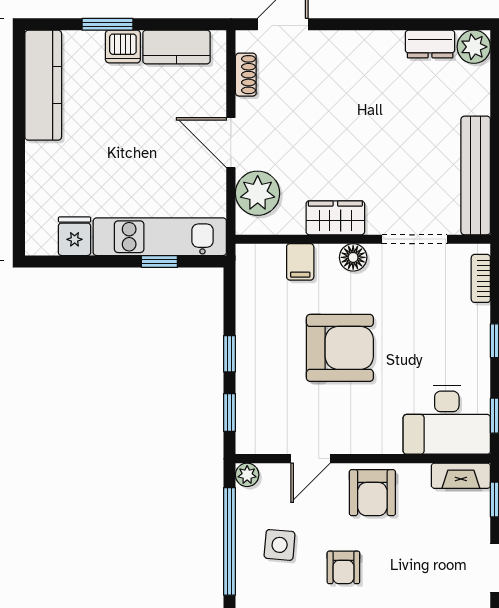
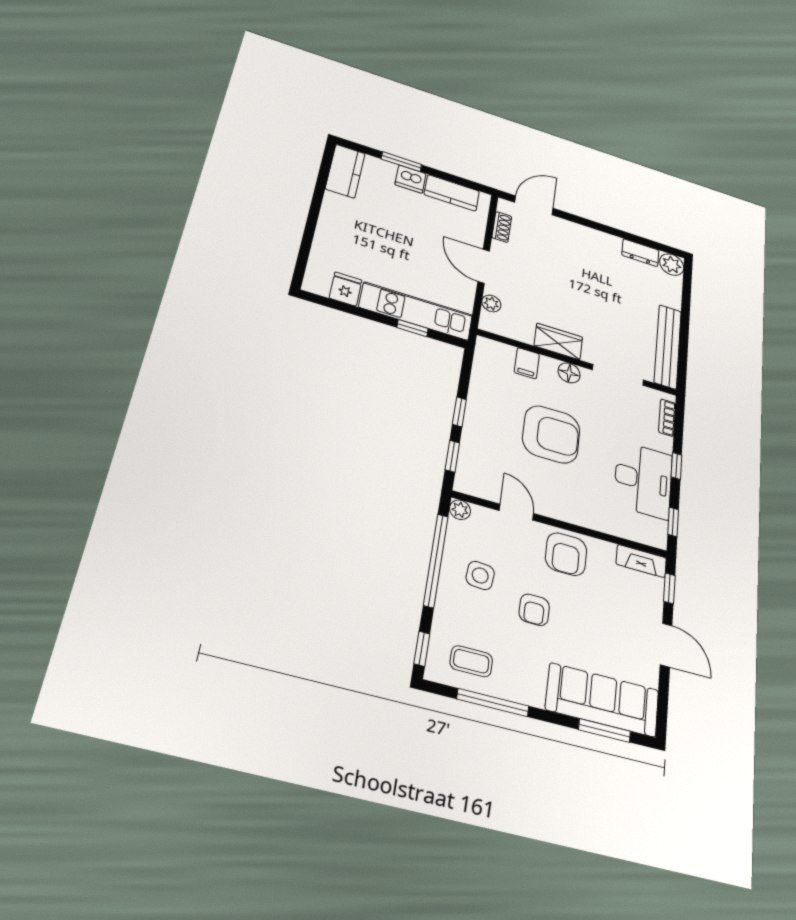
kitchen counter: (43, 85) -> (345, 171), width x0.67
plant: (258, 193) -> (491, 303), width x0.53, depth x0.53
desk: (447, 420) -> (643, 480), moved, turned -90
door: (310, 459) -> (516, 512), swing flipped

